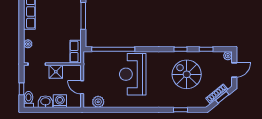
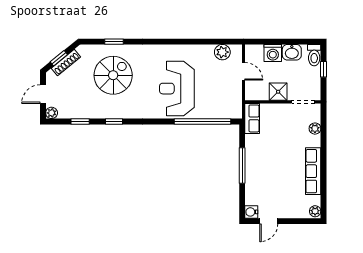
reception desk: (133, 74) -> (177, 89), turned 180
spiral stairs: (187, 74) -> (113, 75), moved, turned -90

